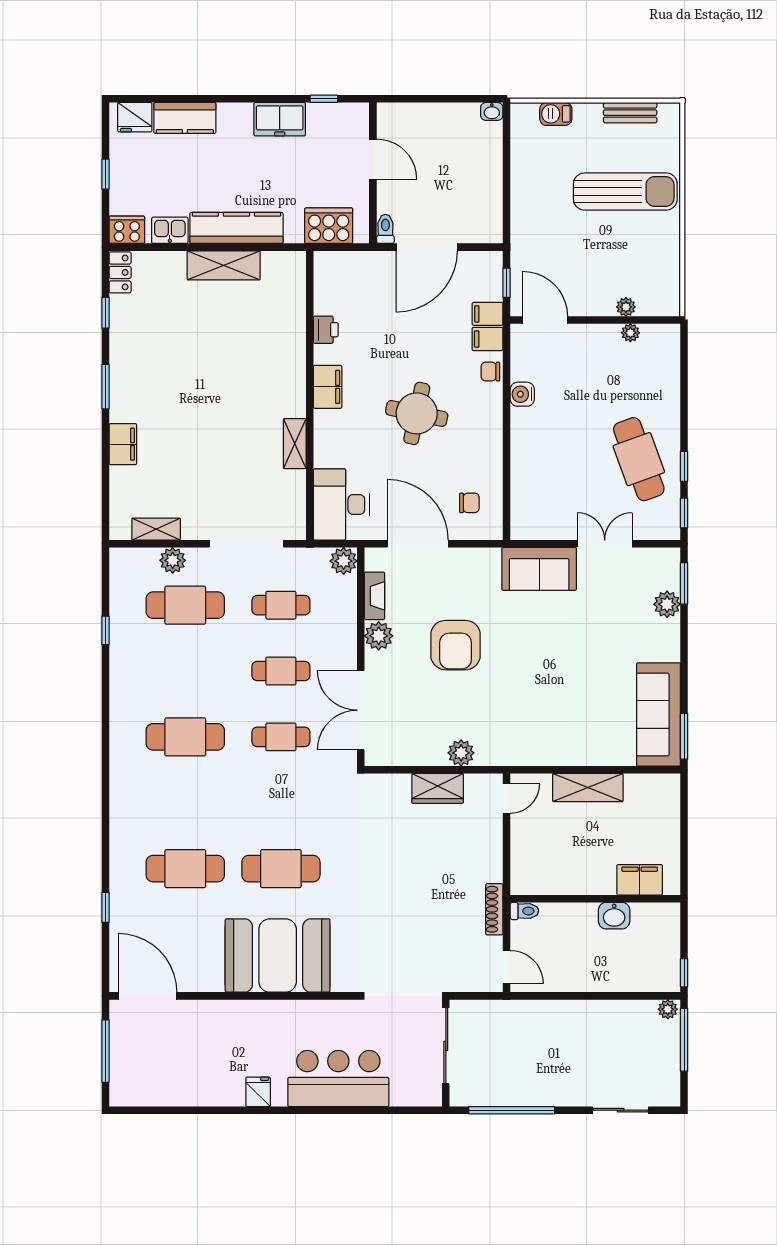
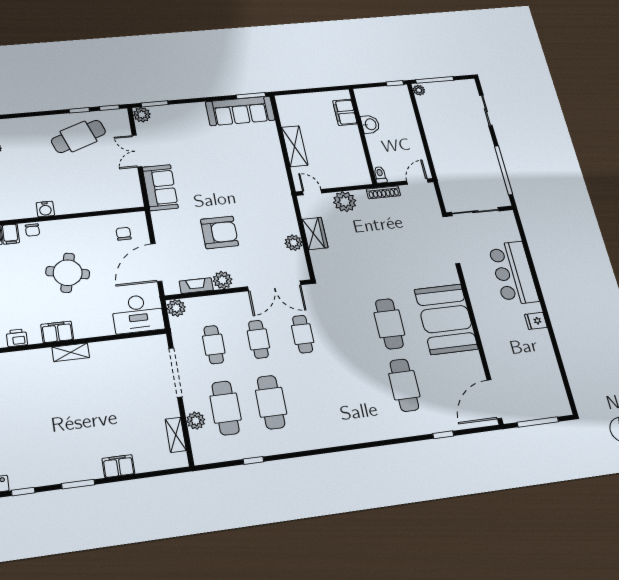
shelving: (295, 444) -> (71, 352), moved
plant: (667, 604) -> (142, 115), moved
cafe table: (185, 737) -> (271, 402), moved
plant: (461, 753) -> (294, 243), moved
plant: (485, 845) -> (345, 202), added

